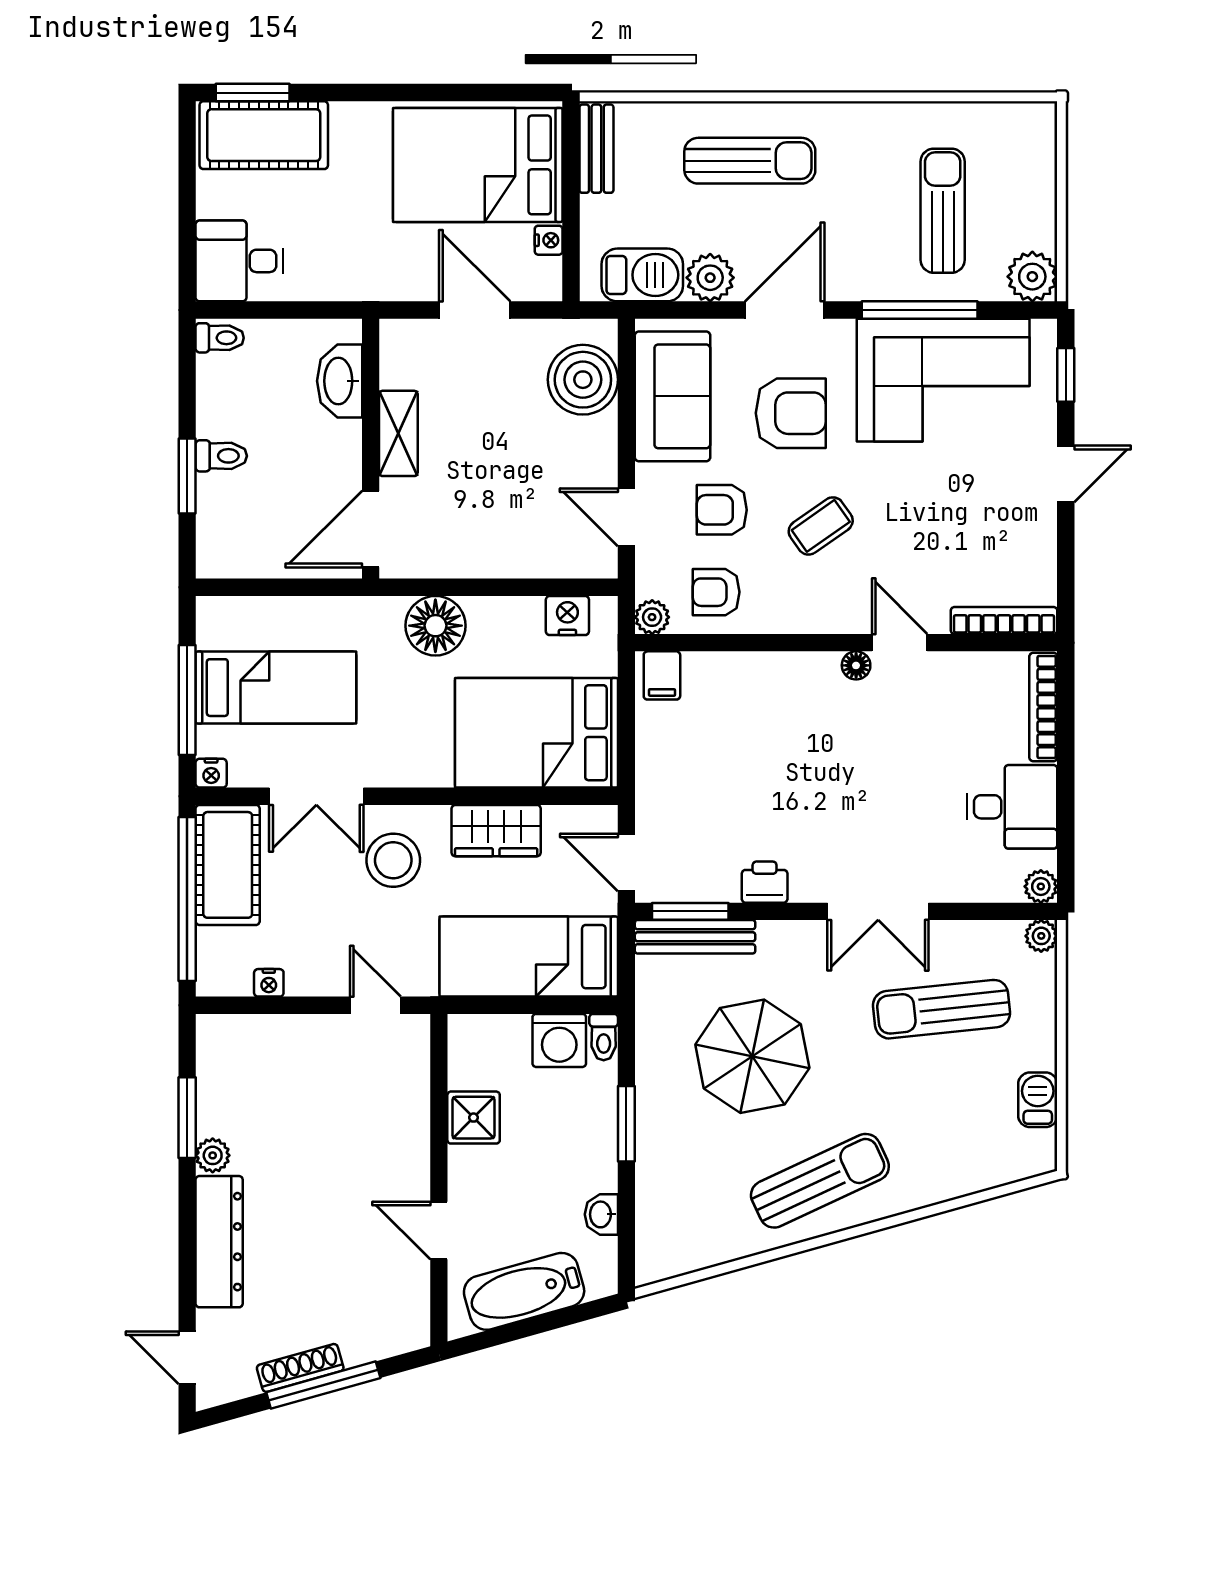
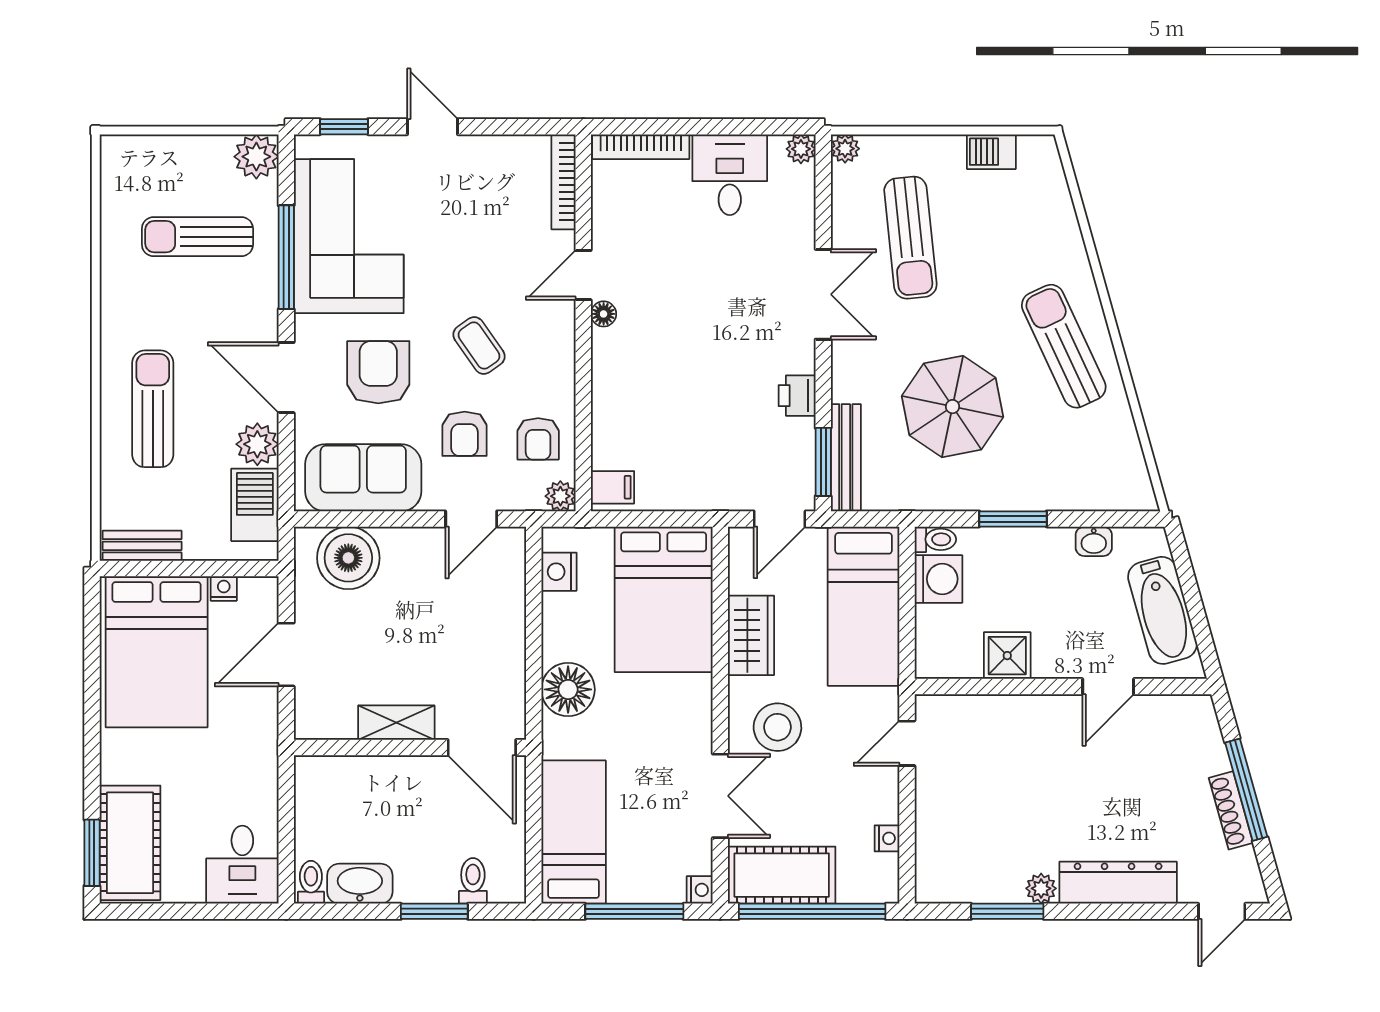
washbasin: (340, 381) -> (360, 884), moved, turned 180
toilet: (221, 456) -> (473, 881), moved
bed: (276, 688) -> (574, 832), moved

